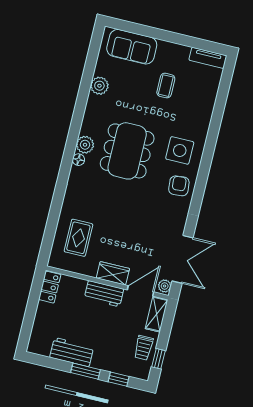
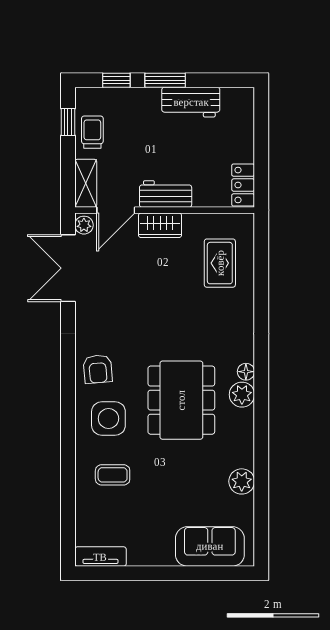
coffee table: (166, 86) -> (113, 475), moved, turned 90

